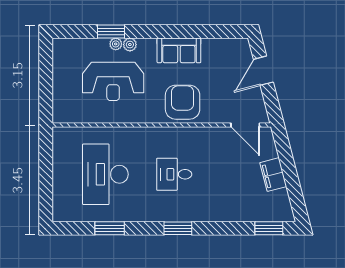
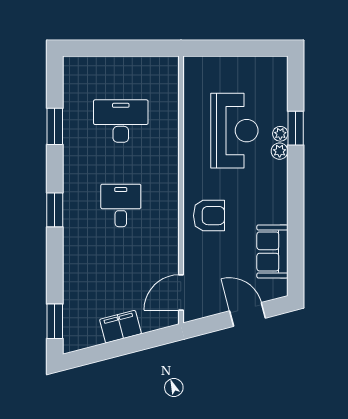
sofa: (179, 50) -> (272, 251), moved
reception desk: (113, 81) -> (234, 131), turned 180
armchair: (183, 102) -> (209, 216), width x0.73, depth x0.73
desk: (105, 174) -> (121, 121), width x0.73, depth x0.77

